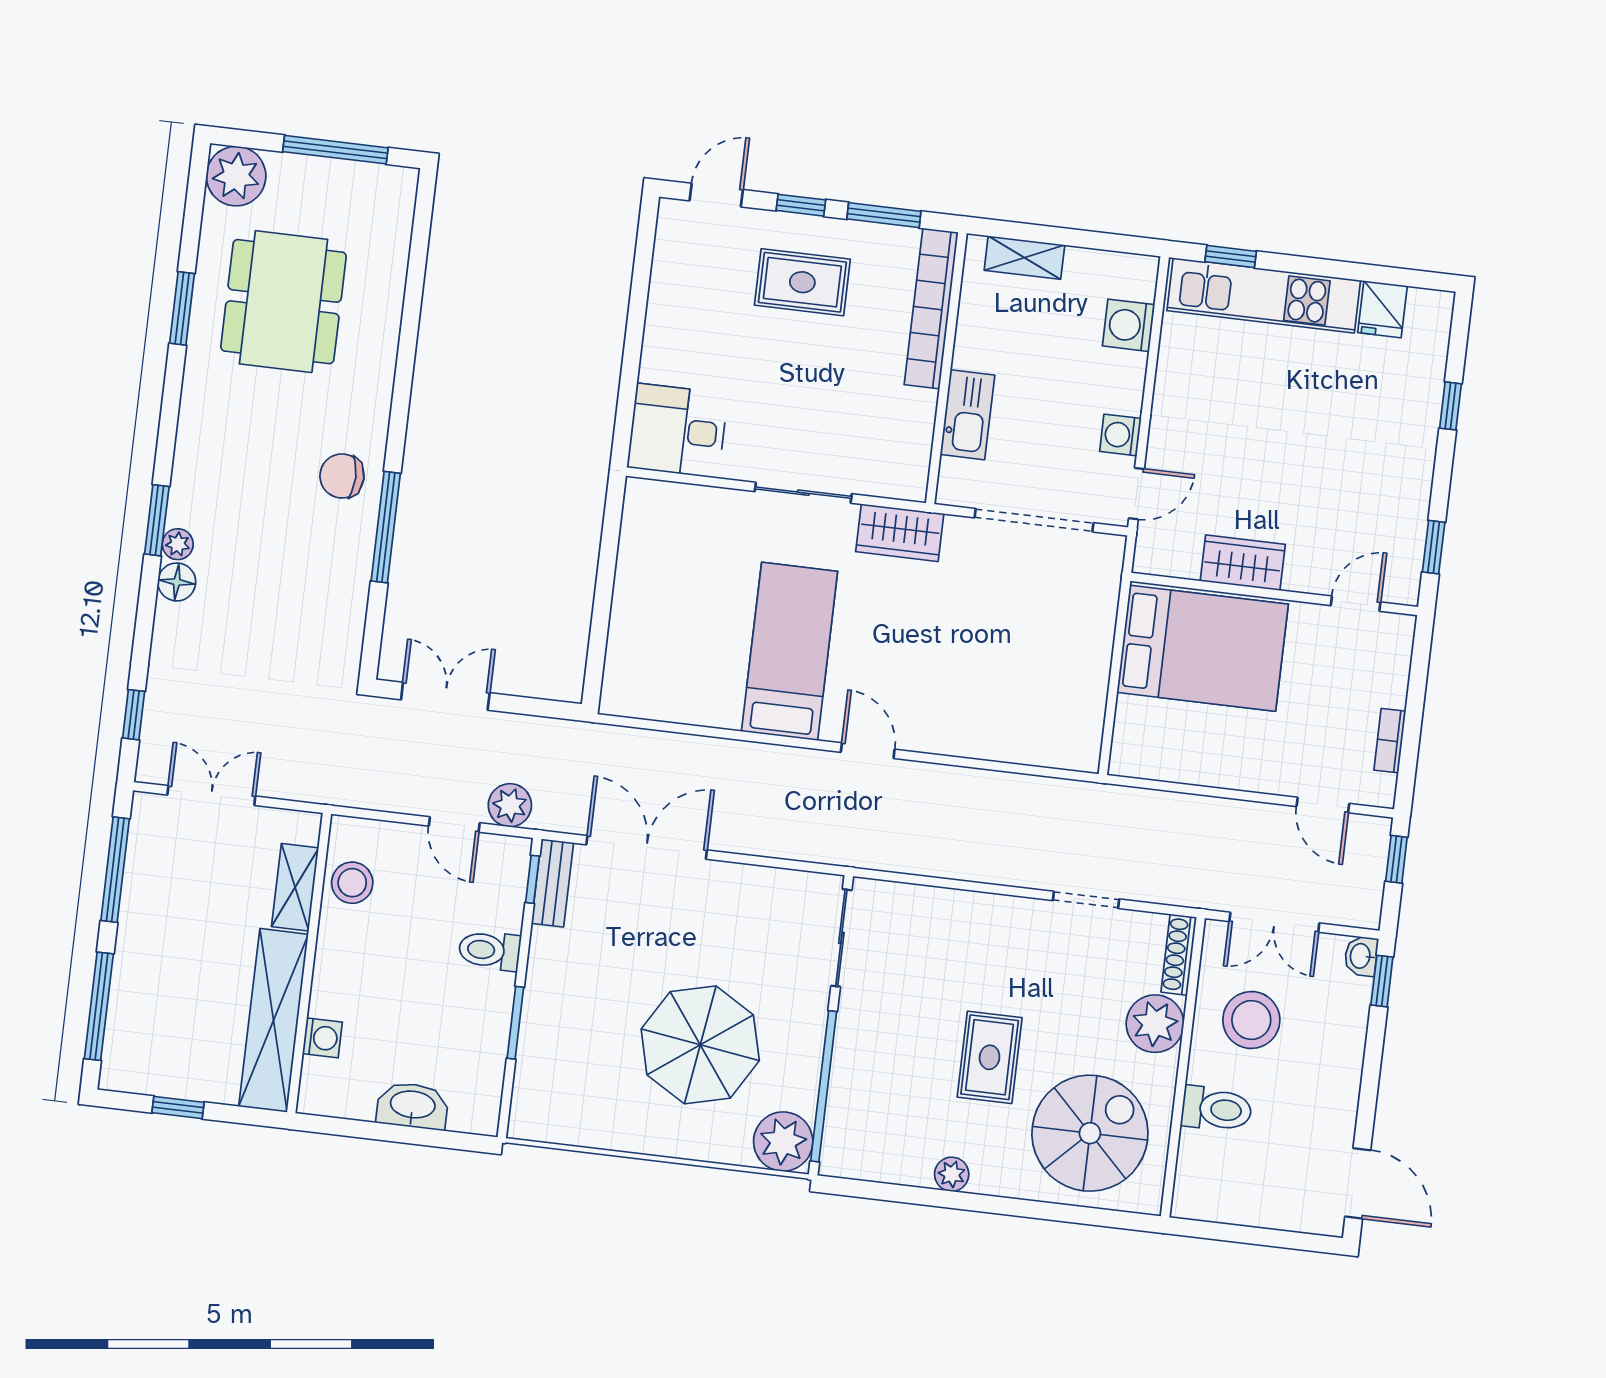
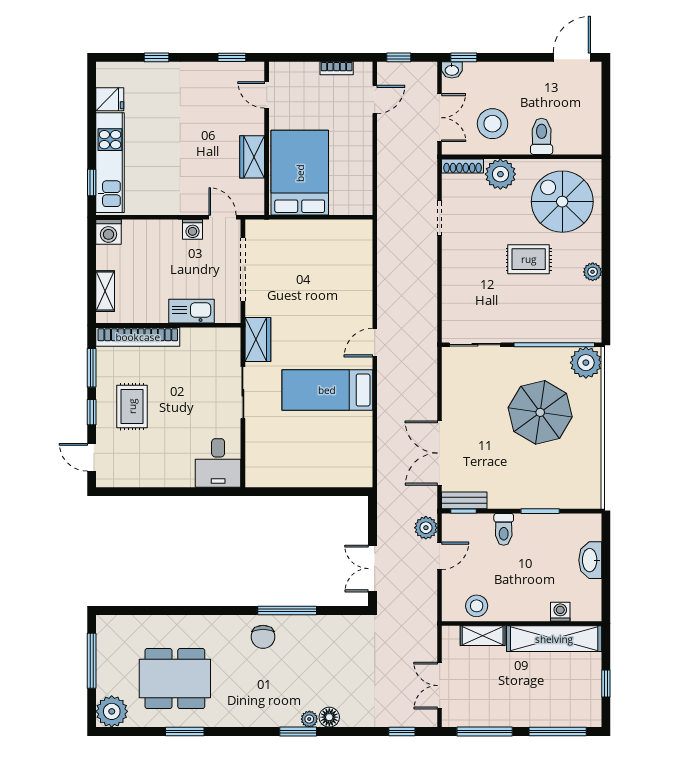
washing machine: (1129, 325) -> (108, 232), moved

